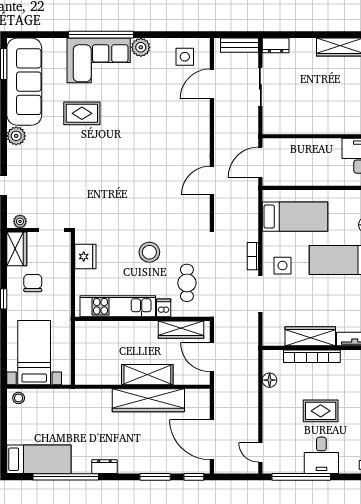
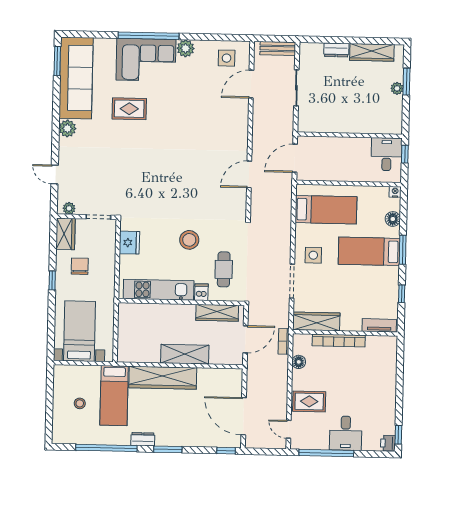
dresser: (276, 45) -> (336, 50), moved
bookcase: (253, 256) -> (284, 341), moved
wardrobe: (310, 336) -> (316, 321), moved
door: (212, 357) -> (245, 339), swing flipped
stool: (19, 398) -> (80, 403), moved
wardrobe: (148, 400) -> (163, 378), moved
rug: (321, 411) -> (309, 401), moved
bed: (39, 459) -> (114, 396), moved, turned 90
window: (155, 477) -> (168, 449), moved

